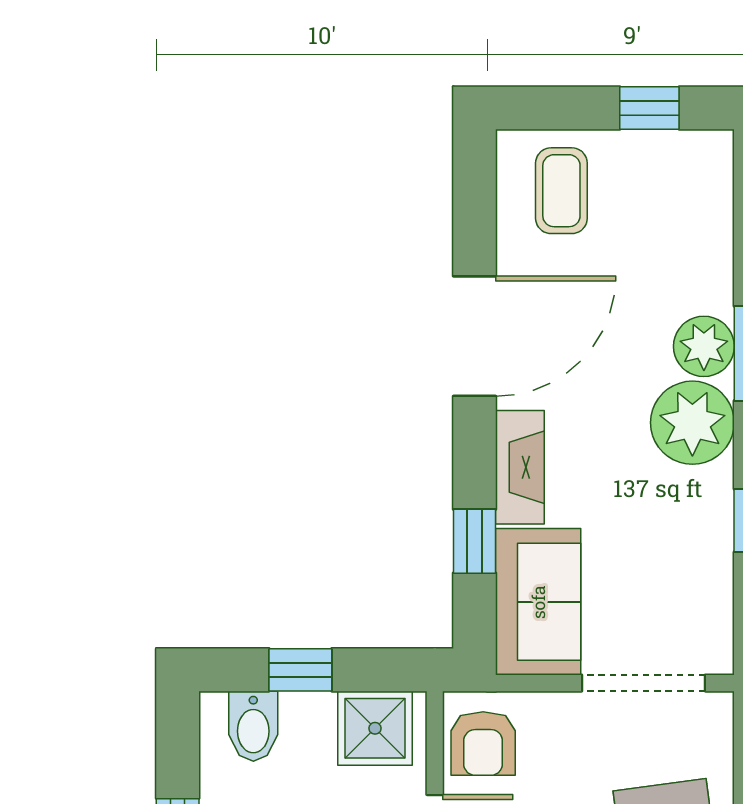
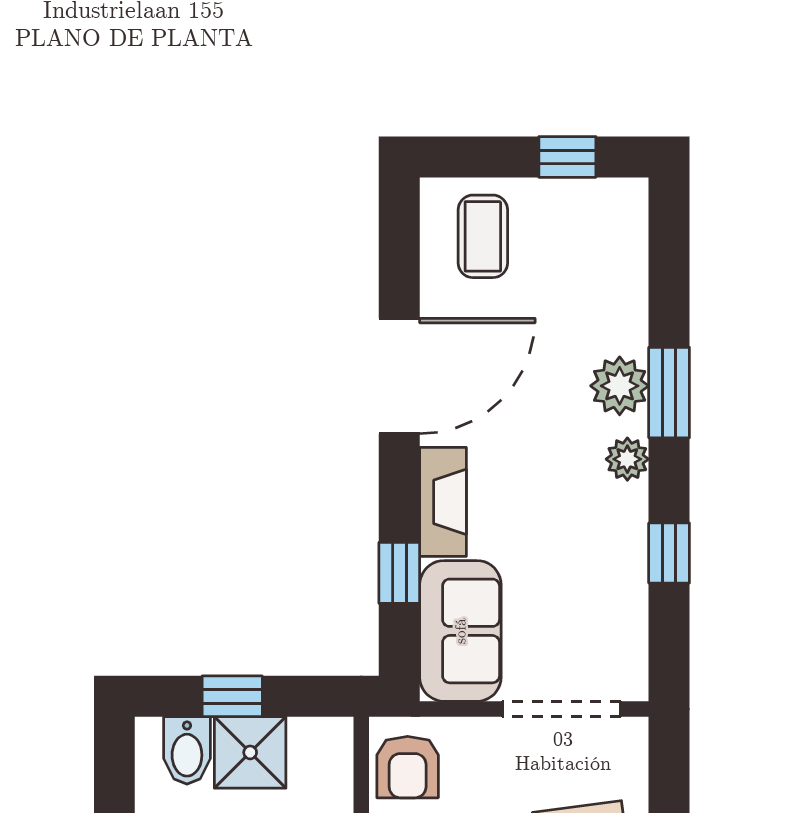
plant: (692, 423) -> (627, 459), width x0.53, depth x0.53
shower: (375, 728) -> (250, 752), moved

